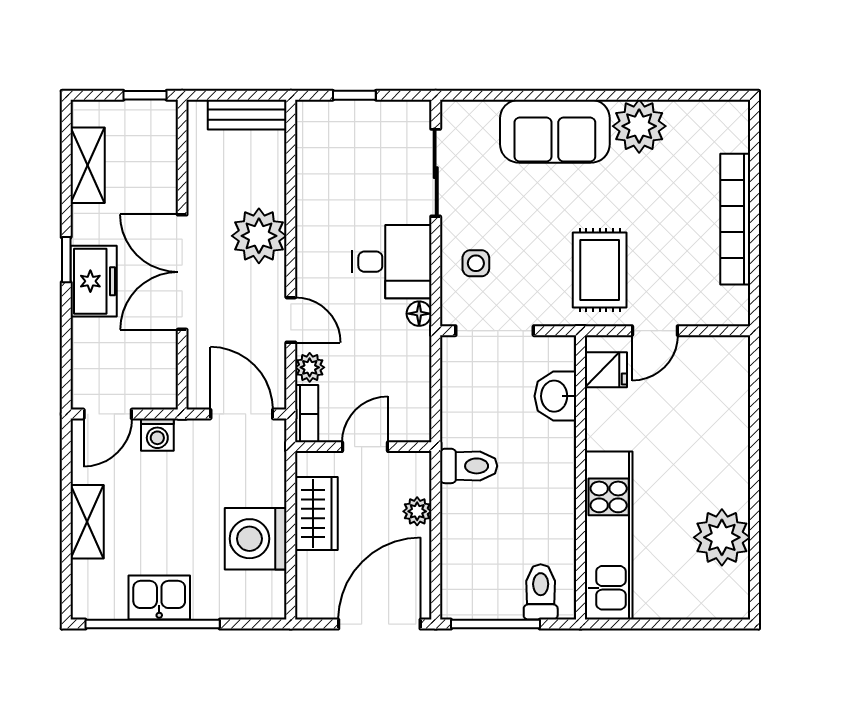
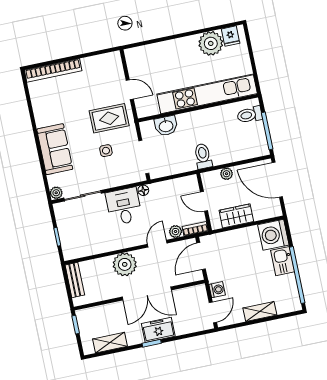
plant: (639, 126) -> (56, 193), moved, width x0.53, depth x0.53
bookcase: (735, 219) -> (53, 70), moved
side table: (476, 263) -> (106, 151), moved
fridge: (606, 370) -> (231, 36), moved, turned 180
door: (108, 414) -> (213, 312), hinge flipped
kitchen unit: (609, 536) -> (207, 94), width x1.36
washing machine: (256, 539) -> (273, 235), moved, turned 90
kitchen sink: (159, 598) -> (283, 261), moved

